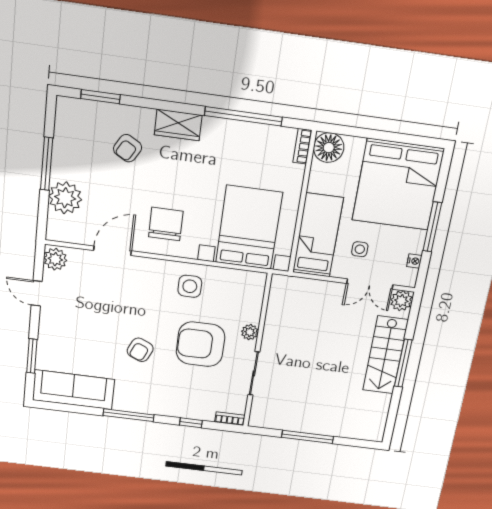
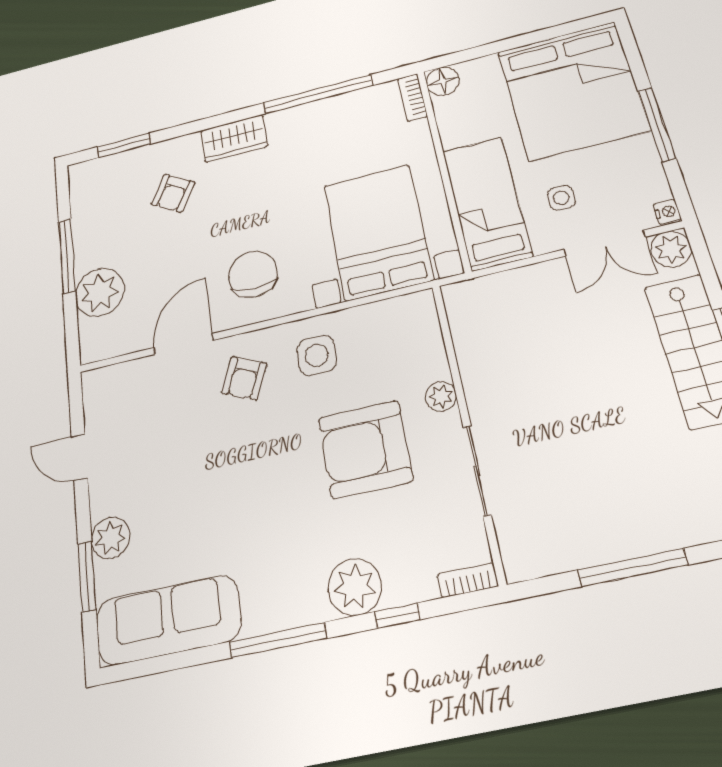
floor lamp: (329, 148) -> (443, 81), width x0.73, depth x0.73
plant: (55, 259) -> (111, 538), moved
nightstand: (414, 261) -> (667, 212), moved
armchair: (140, 350) -> (244, 378), moved
plant: (174, 405) -> (355, 587), added

